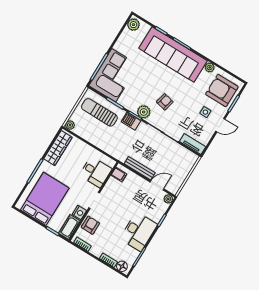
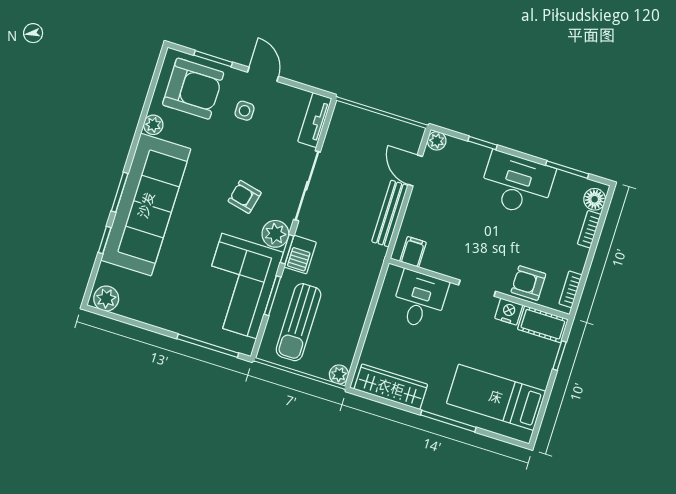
corner sofa: (114, 75) -> (239, 286), moved, turned -90
armchair: (222, 91) -> (193, 89), turned -90
bed: (45, 199) -> (496, 397), width x0.67

